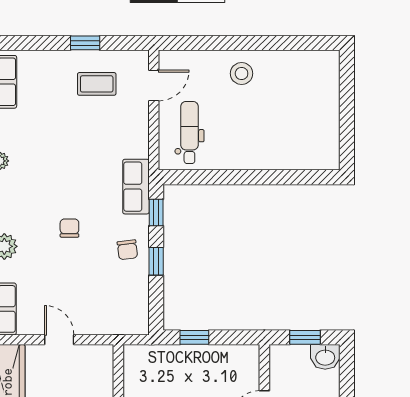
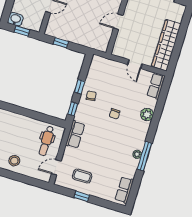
row of seats: (136, 187) -> (75, 134), moved
window: (194, 337) -> (61, 43), moved

